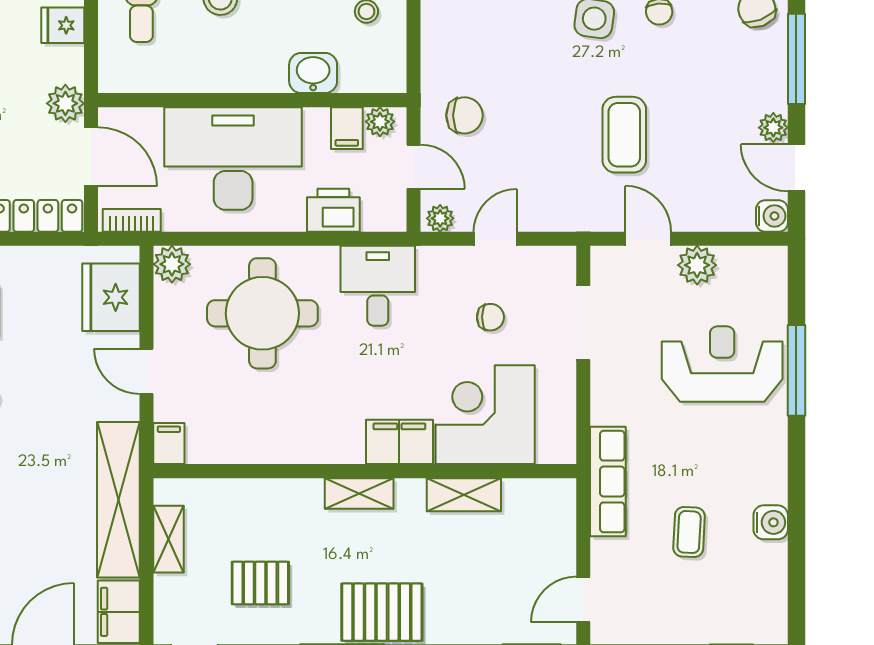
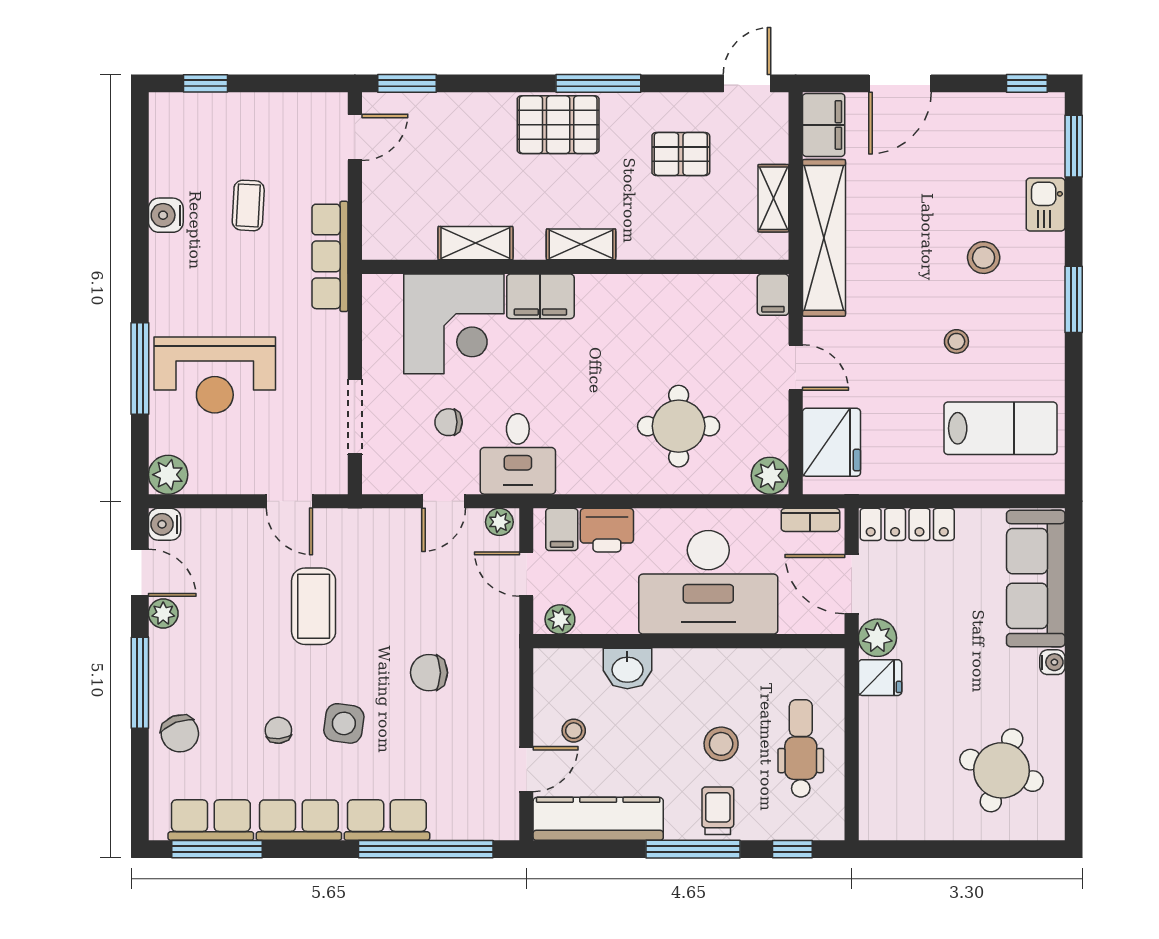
fridge: (63, 25) -> (880, 678), moved
chair: (464, 115) -> (429, 673), moved
filing cabinet: (347, 128) -> (562, 529), moved, turned 180
plant: (697, 265) -> (168, 475), moved
desk: (378, 286) -> (518, 454), moved
round table: (262, 313) -> (679, 426), width x0.73, depth x0.73

